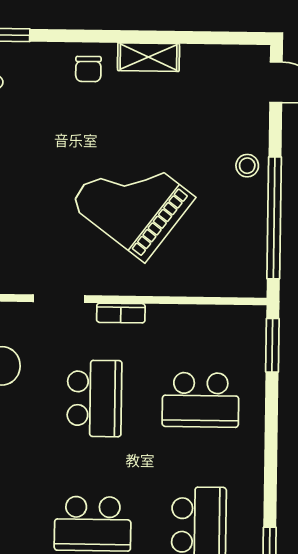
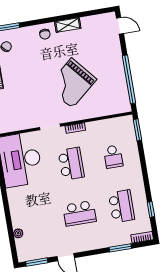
stool: (247, 166) -> (115, 61), removed
grand piano: (132, 201) -> (72, 83), turned -77
school desk: (201, 400) -> (113, 157), width x0.54

